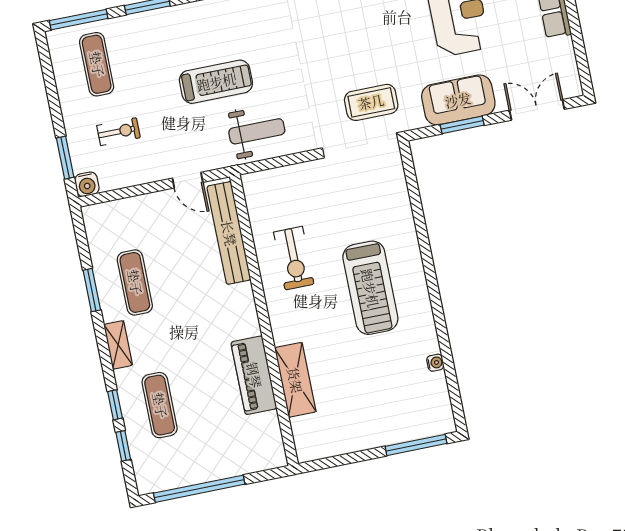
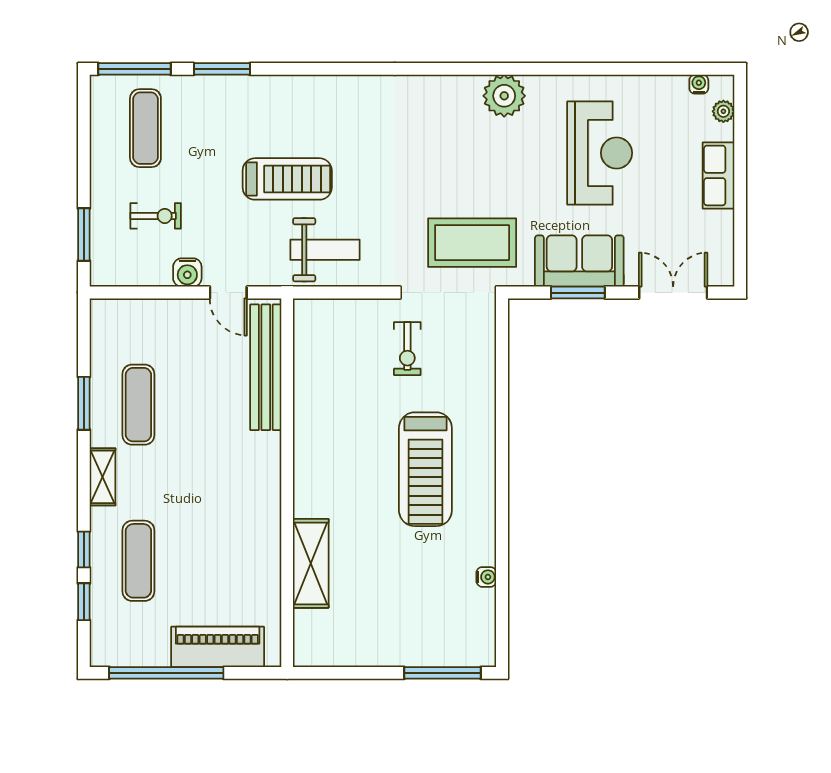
coffee table: (371, 102) -> (472, 243), width x1.36, depth x1.32
water cooler: (87, 184) -> (187, 273), moved
exercise bike: (294, 258) -> (407, 349), moved, width x0.73, depth x0.72
piano: (254, 375) -> (218, 647), moved, turned 90

